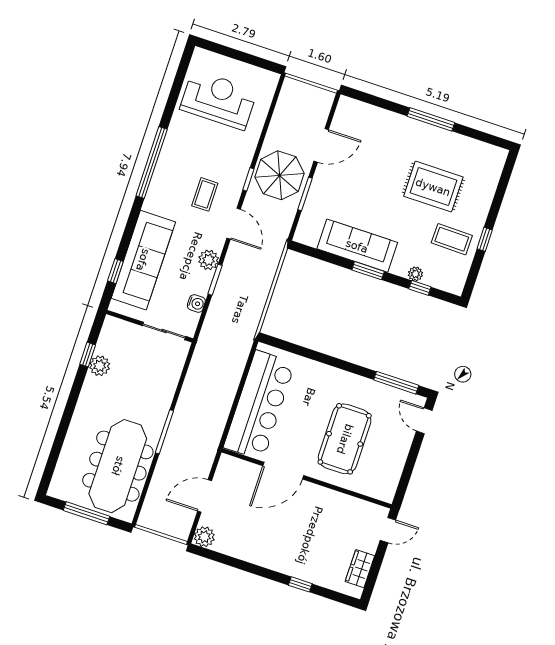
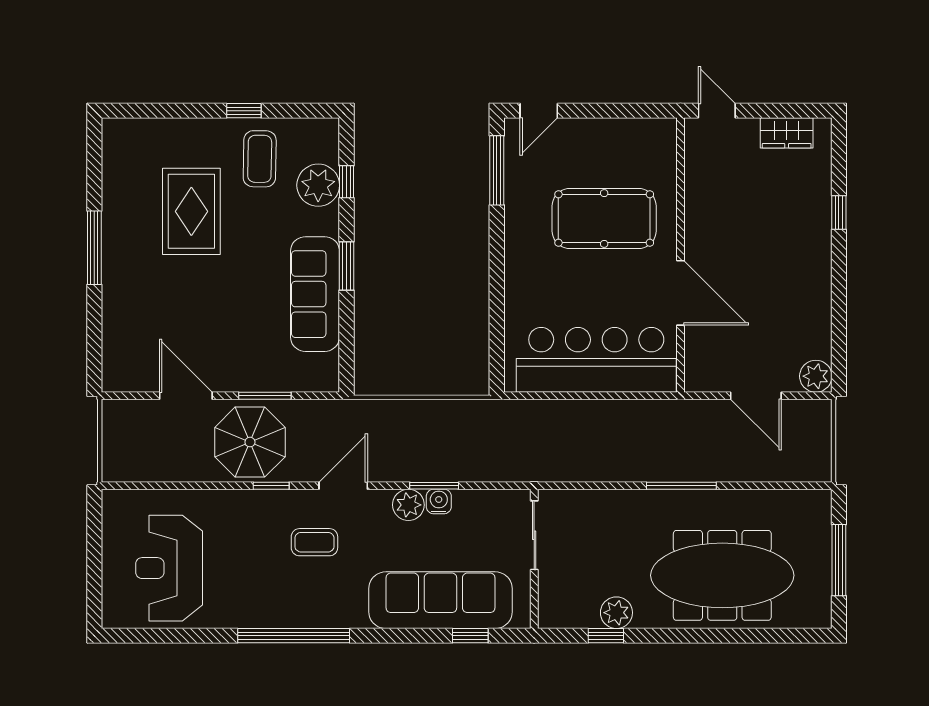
plant: (415, 274) -> (318, 185), width x1.88, depth x1.88
water cooler: (196, 303) -> (439, 501), moved
meeting table: (118, 466) -> (722, 575), moved

